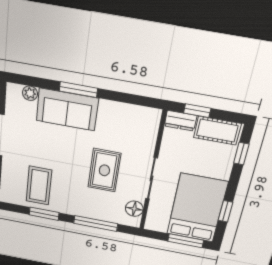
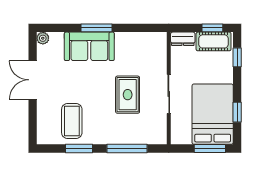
plant: (30, 93) -> (43, 38), moved
window: (197, 111) -> (212, 28), moved
floor lamp: (134, 209) -> (159, 126), removed

